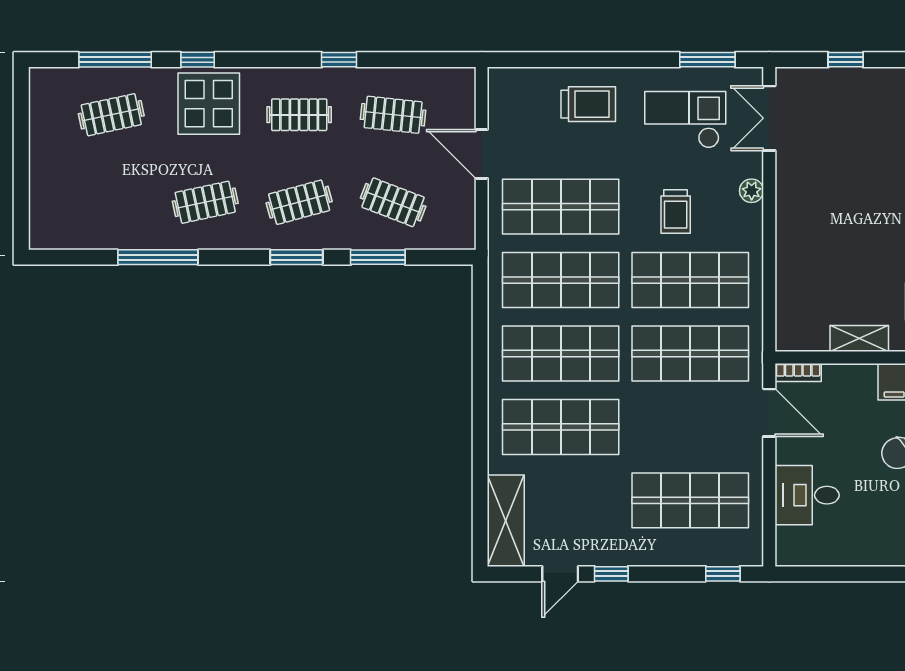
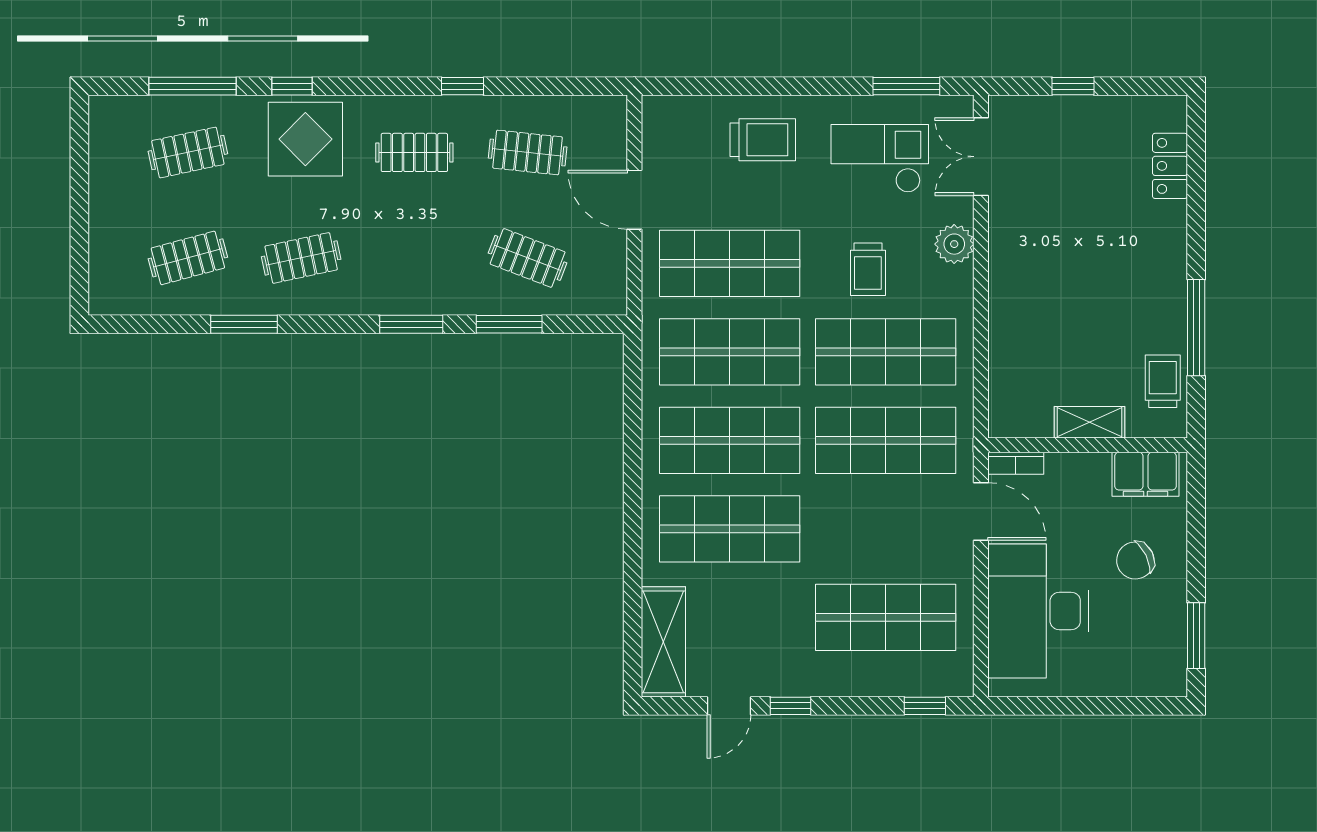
plant: (752, 191) -> (954, 244), width x1.38, depth x1.38
clothes rail: (299, 202) -> (188, 258), moved
window: (158, 257) -> (244, 324), width x0.69
desk: (807, 495) -> (1038, 611), width x1.87, depth x1.30

